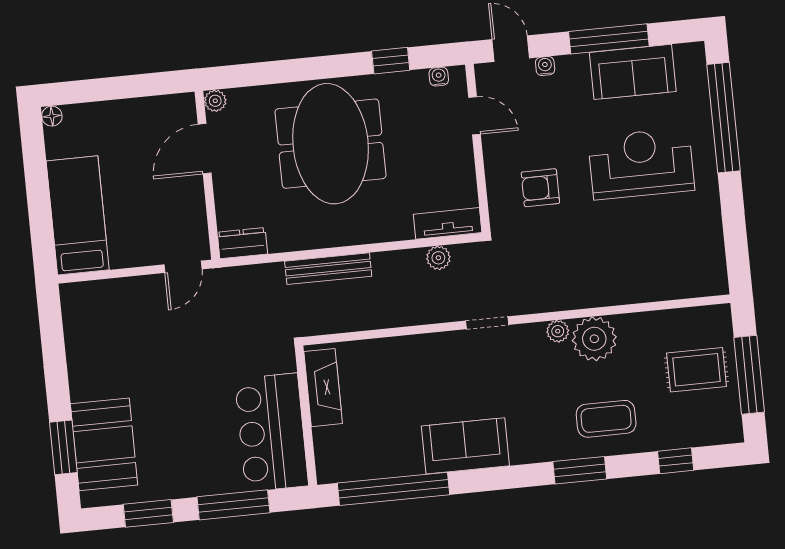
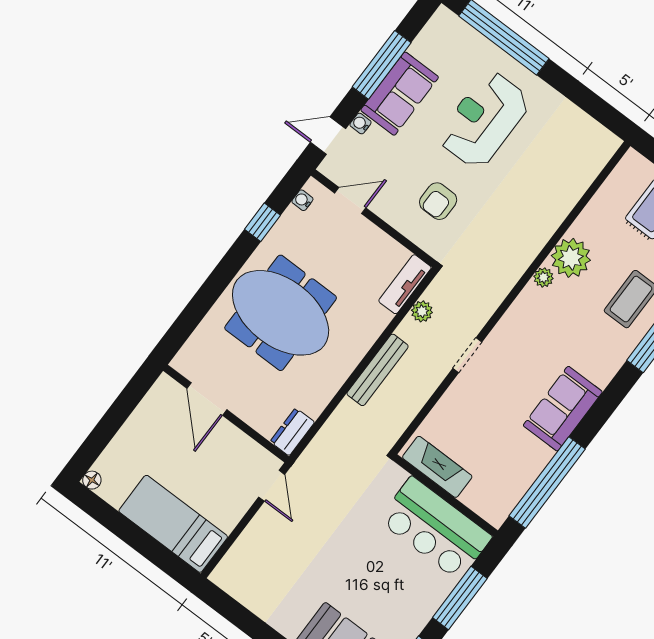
sofa: (633, 72) -> (400, 94), moved
plant: (215, 101) -> (182, 363), removed
bench: (328, 269) -> (378, 370), moved
doorway: (487, 323) -> (467, 355), moved

